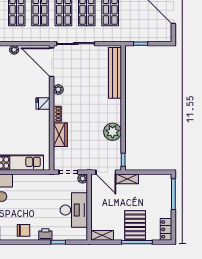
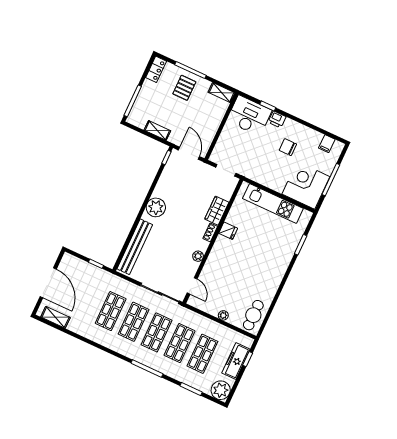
door: (52, 62) -> (192, 286), width x0.53
fridge: (43, 104) -> (228, 231), moved
plant: (113, 132) -> (156, 207), moved
plant: (83, 179) -> (215, 157), removed
shelving: (127, 179) -> (157, 130), moved
desk: (74, 210) -> (249, 116), moved, turned 90
pallet: (135, 225) -> (184, 88), width x0.67, depth x0.71
chair: (23, 230) -> (288, 147), moved

